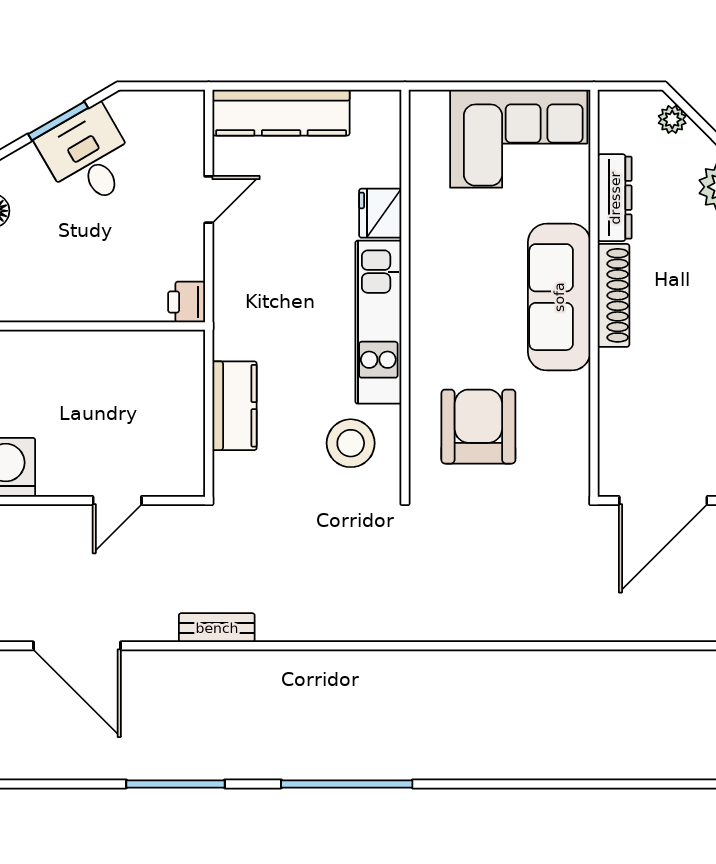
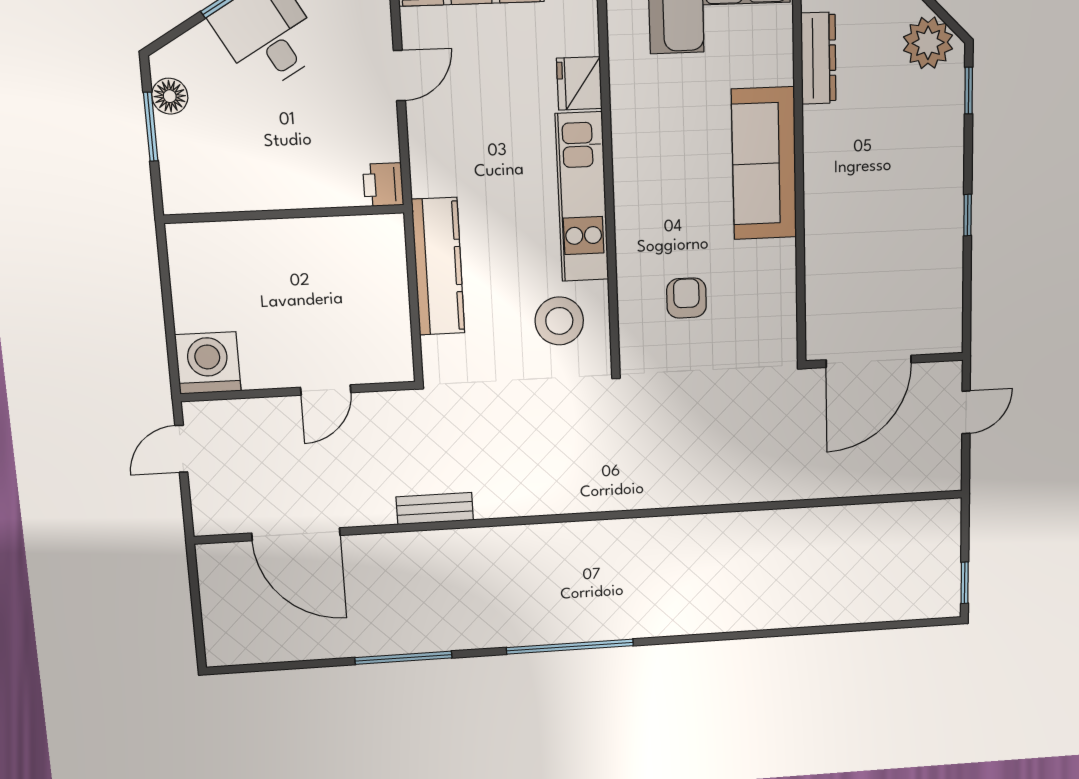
shoe rack: (613, 295) -> (818, 159), removed
kitchen counter: (235, 406) -> (438, 266), width x1.50
armchair: (478, 427) -> (686, 298), width x0.53, depth x0.53

